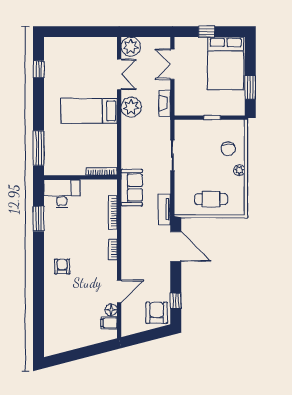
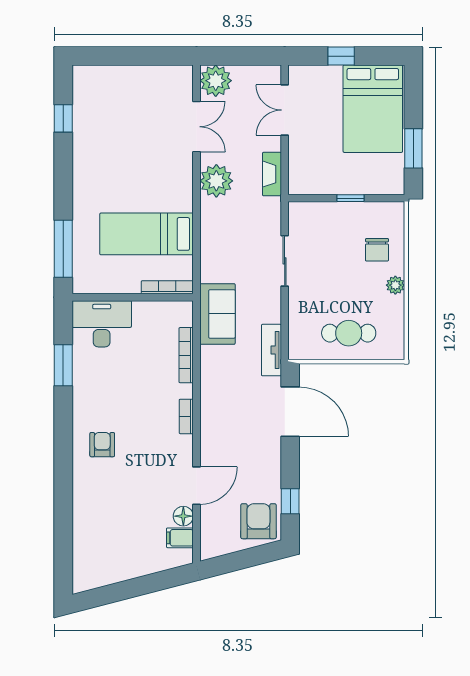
bed: (89, 111) -> (147, 234), moved

